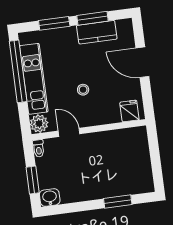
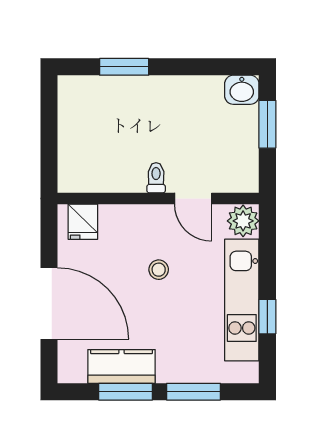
door: (142, 62) -> (49, 303), width x1.36
window: (18, 71) -> (267, 317), width x0.32
toilet: (39, 148) -> (156, 178), moved

